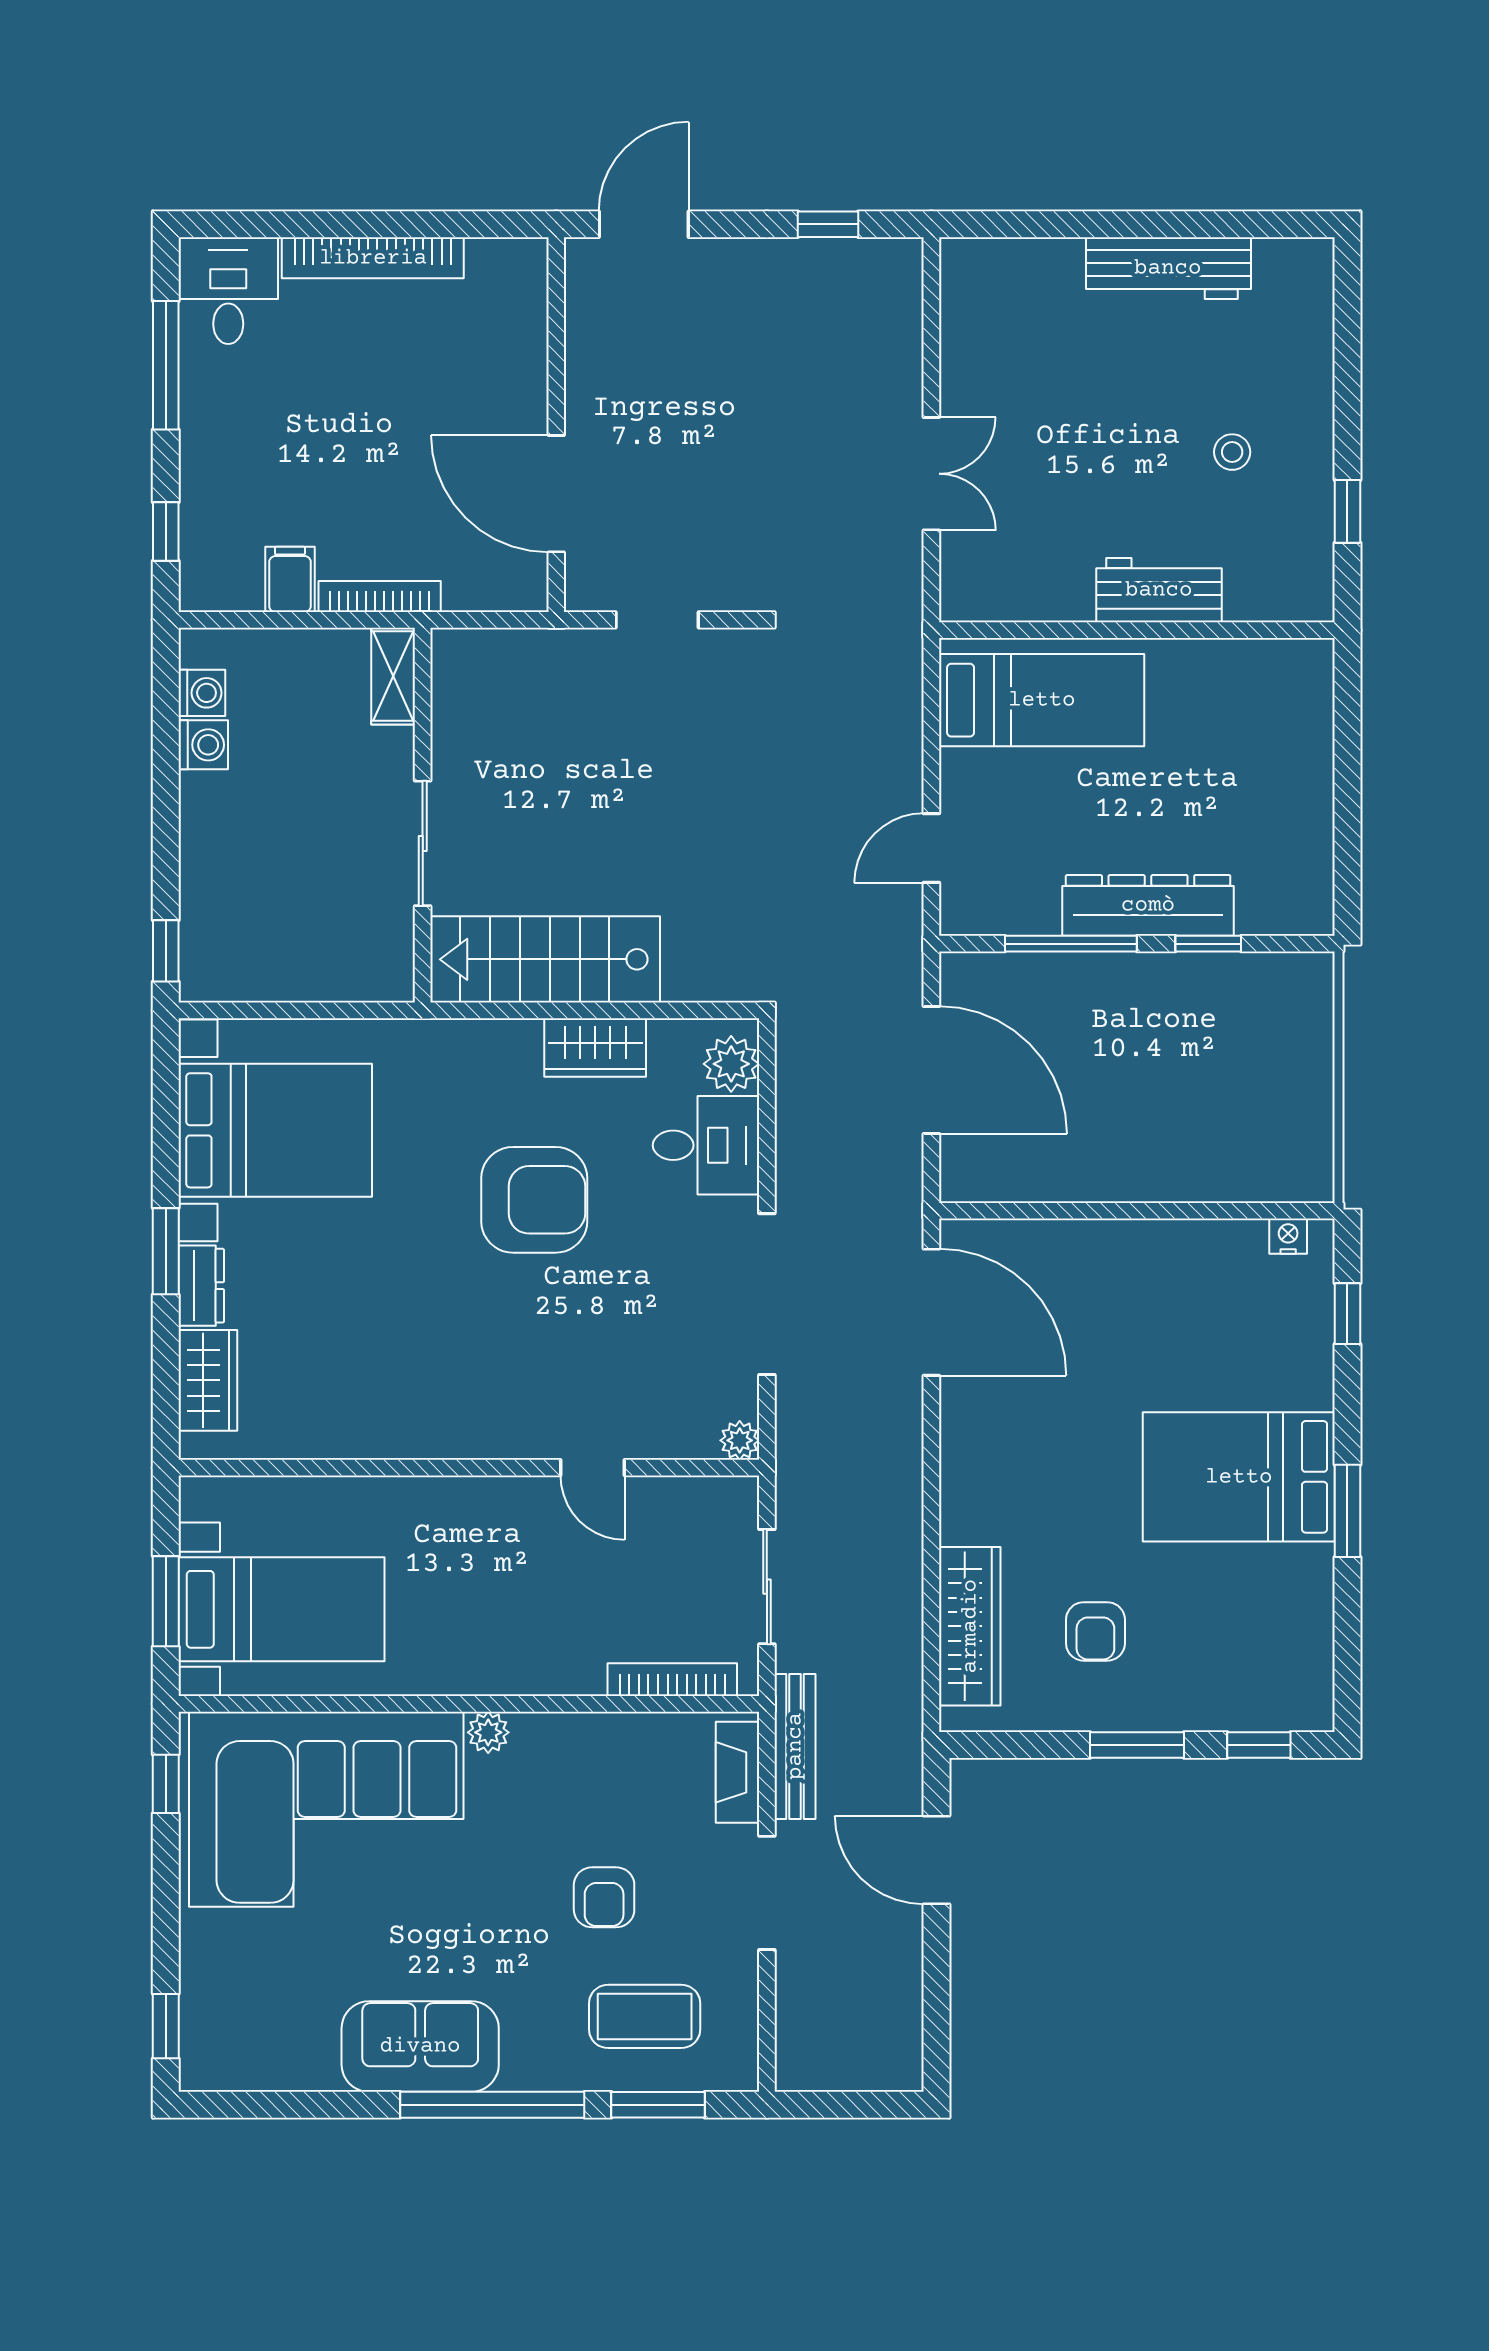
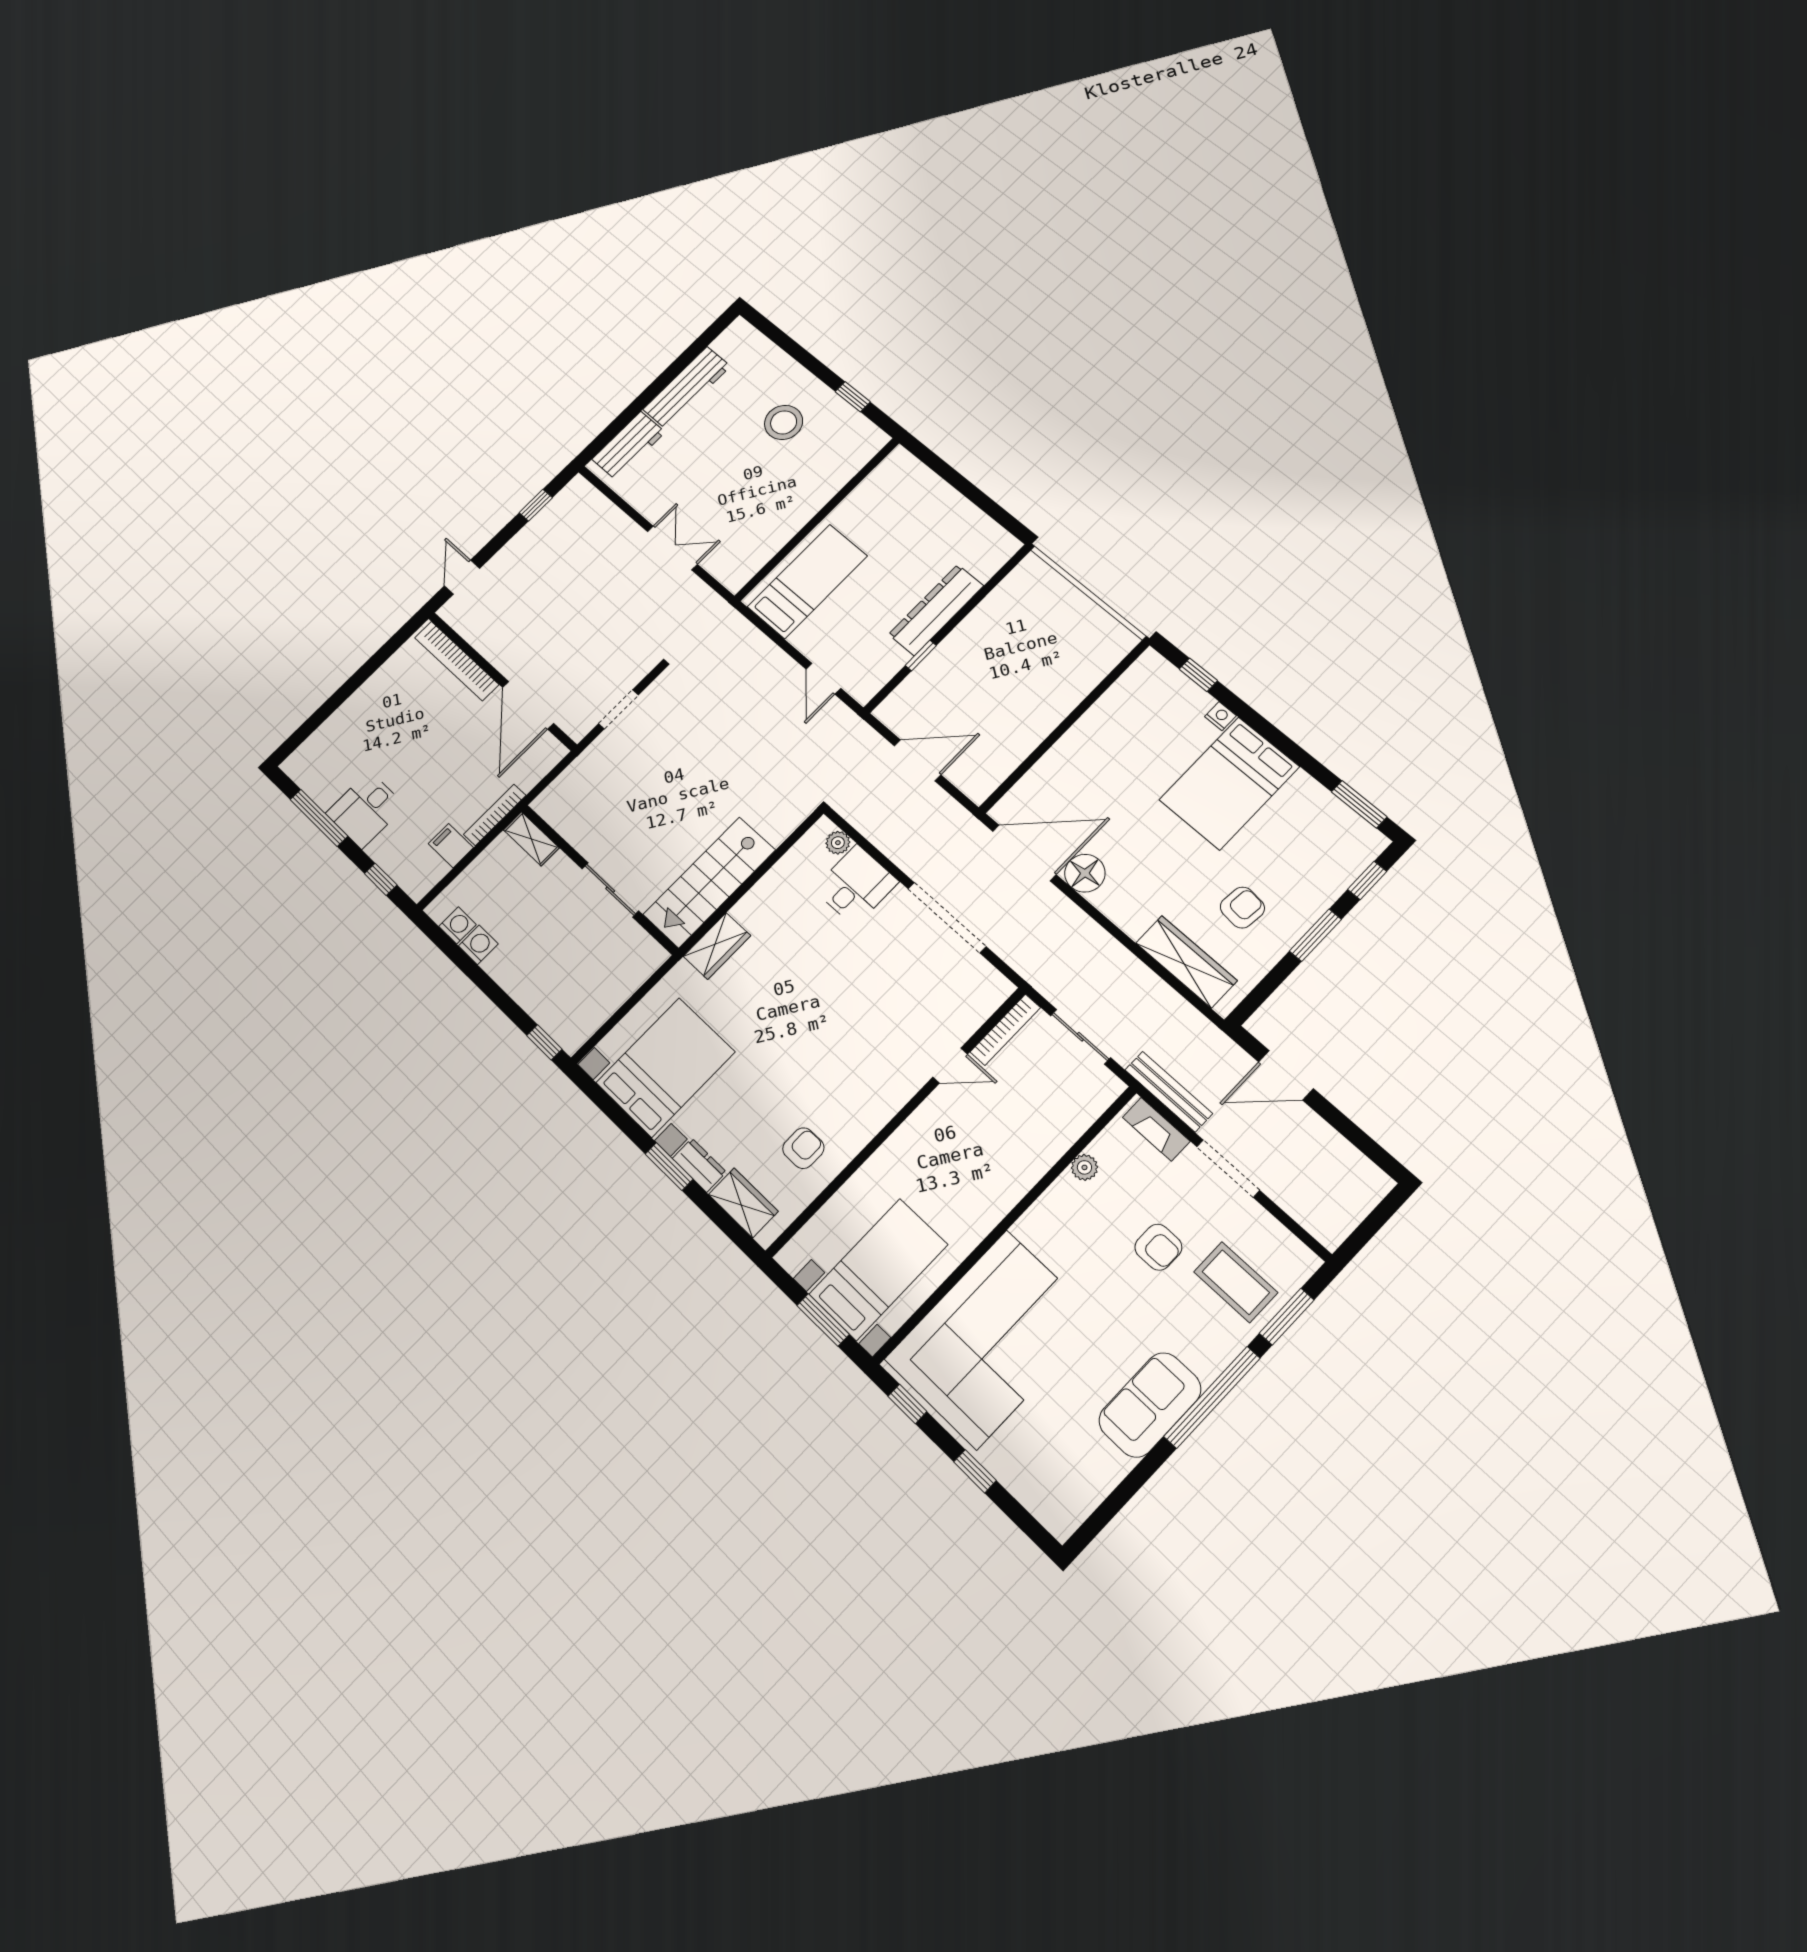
door: (644, 224) -> (462, 577), width x0.73
bookcase: (373, 258) -> (457, 661), moved, turned 90
desk: (228, 291) -> (366, 810), moved, turned -90
stool: (1232, 452) -> (784, 422), width x1.89, depth x1.89
door: (556, 494) -> (528, 705), hinge flipped
workbench: (1159, 590) -> (629, 446), moved, turned 180
window: (1071, 944) -> (921, 656), width x0.46
window: (1208, 944) -> (977, 599), removed
wardrobe: (595, 1047) -> (717, 946), moved
plant: (731, 1064) -> (838, 843), width x0.73, depth x0.73
door: (931, 1070) -> (918, 760), width x0.73
armchair: (534, 1200) -> (803, 1148), moved, width x0.53, depth x0.53
nightstand: (1288, 1236) -> (1221, 716), moved, turned 90
floor lamp: (971, 1408) -> (1085, 873), added
plant: (740, 1440) -> (1001, 988), removed
window: (1347, 1511) -> (1359, 804), moved
armchair: (1095, 1631) -> (1242, 908), turned -84
bookcase: (672, 1680) -> (1005, 1030), moved, turned 180
plant: (488, 1732) -> (1084, 1167), moved
coffee table: (645, 2016) -> (1236, 1282), turned 90
window: (166, 2026) -> (975, 1471), moved

